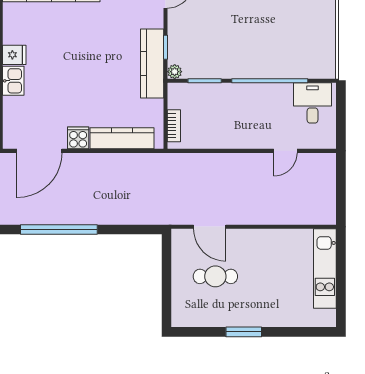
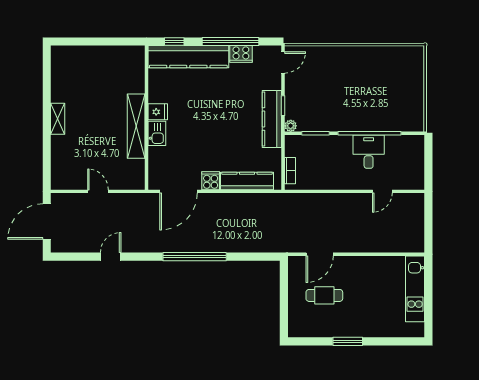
desk: (312, 103) -> (369, 152), moved
door: (210, 227) -> (320, 254), hinge flipped

